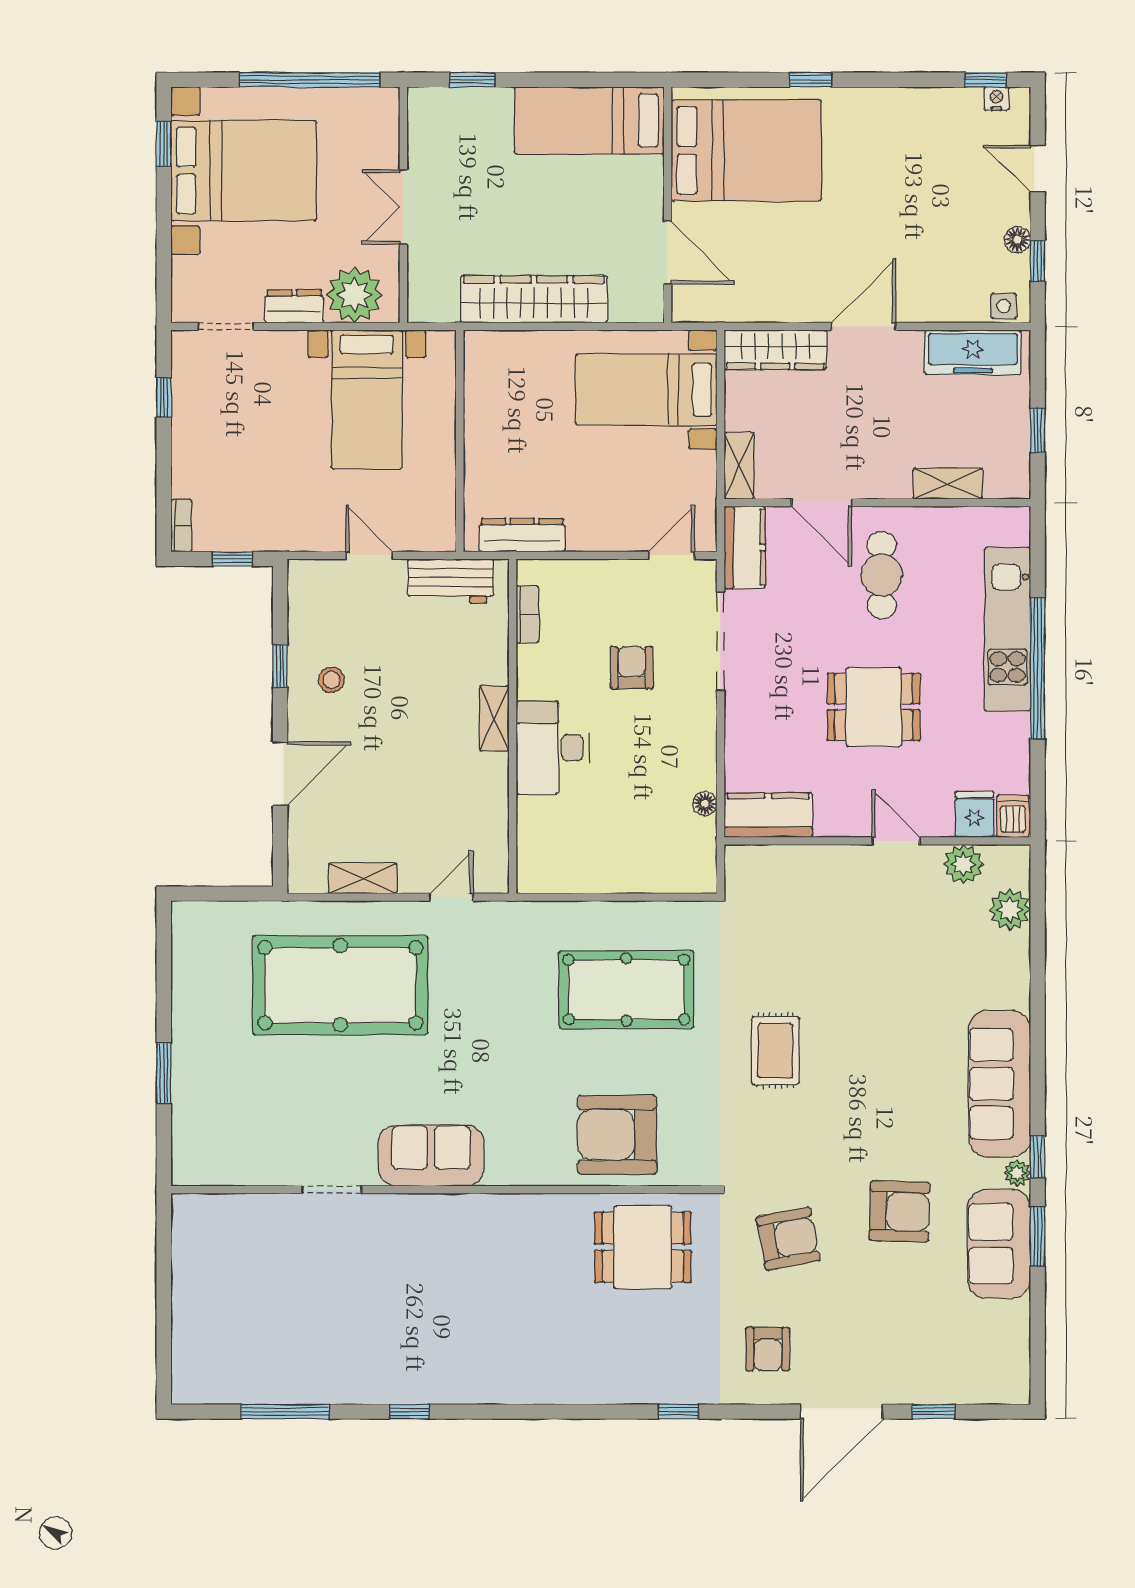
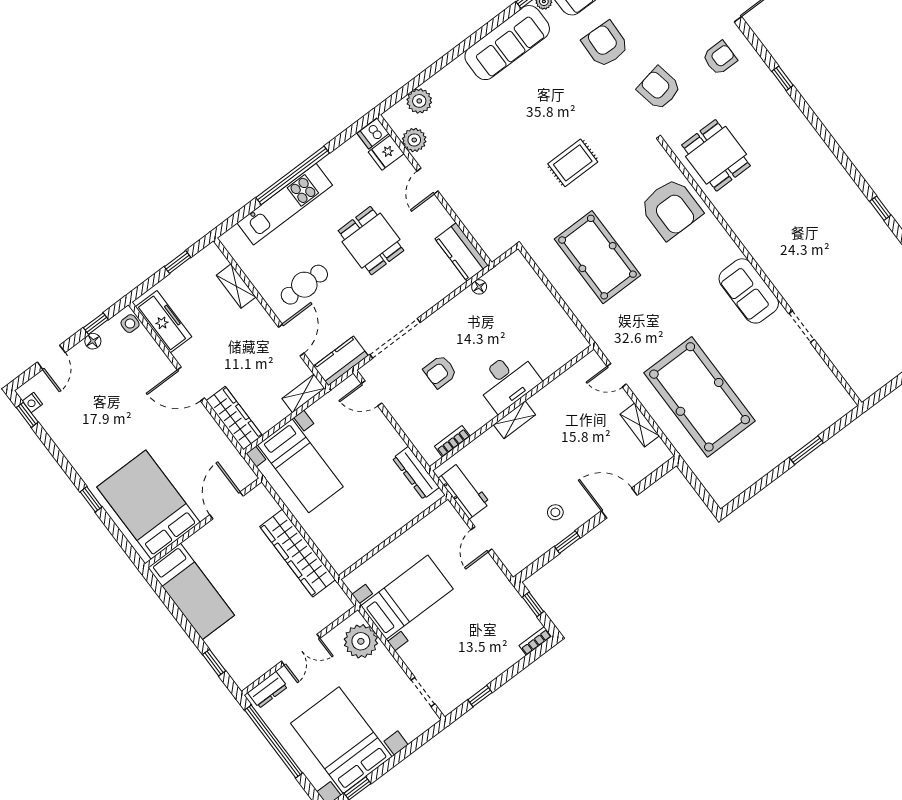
dresser: (294, 306) -> (268, 690), moved, turned -90

